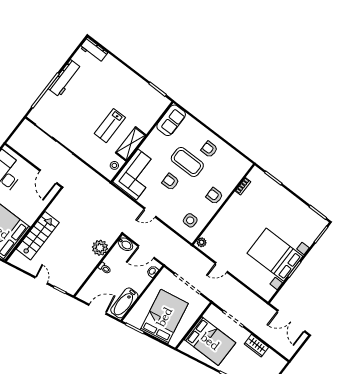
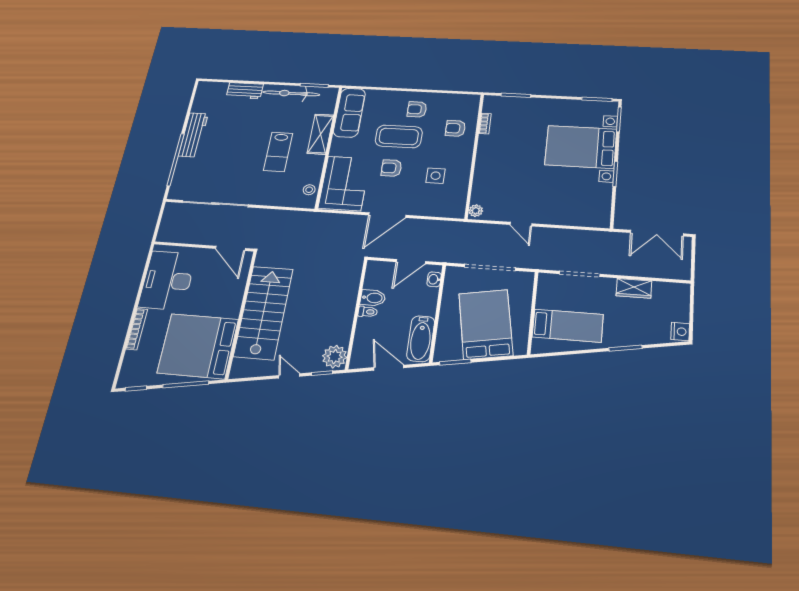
workbench: (94, 50) -> (245, 91), moved
bicycle: (140, 86) -> (291, 93), added
sofa: (171, 120) -> (349, 113), width x1.36
shelving: (131, 144) -> (320, 134), moved
armchair: (214, 196) -> (455, 128), moved
door: (150, 213) -> (387, 215), width x1.88
side table: (190, 220) -> (436, 176), moved
stairs: (38, 236) -> (263, 312), width x1.36, depth x1.51
bidet: (125, 244) -> (373, 298), moved
plant: (100, 248) -> (335, 357), moved
bed with nightstands: (275, 255) -> (581, 147), moved
door: (221, 267) -> (521, 224), hinge flipped
door: (98, 309) -> (389, 368), hinge flipped
bed: (210, 341) -> (568, 326), width x0.67

